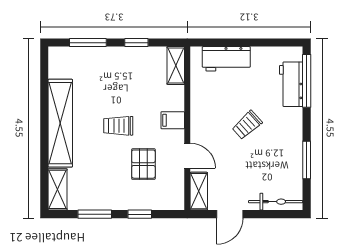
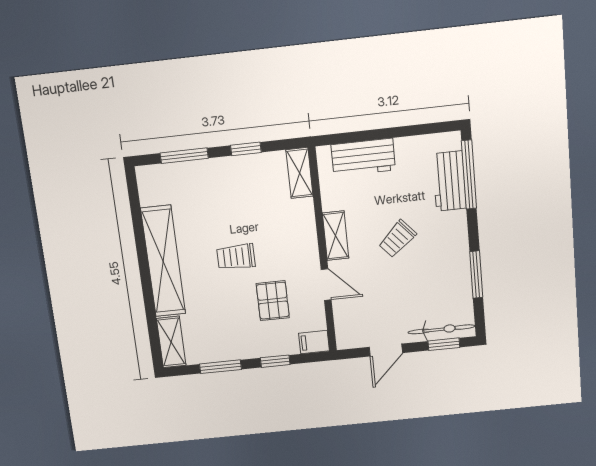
filing cabinet: (173, 120) -> (314, 342), moved
shelving: (199, 191) -> (336, 236), moved
window: (277, 214) -> (444, 344), added

